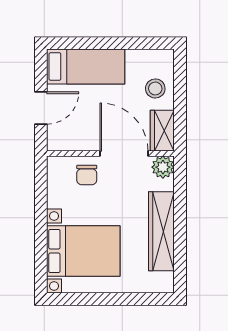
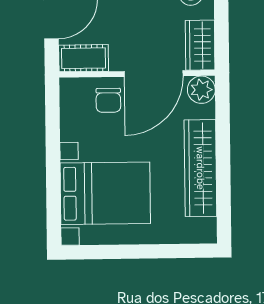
cot: (67, 140) -> (84, 58), added
door: (124, 154) -> (154, 74), swing flipped

